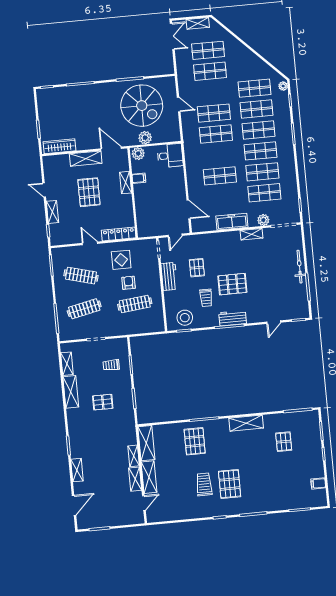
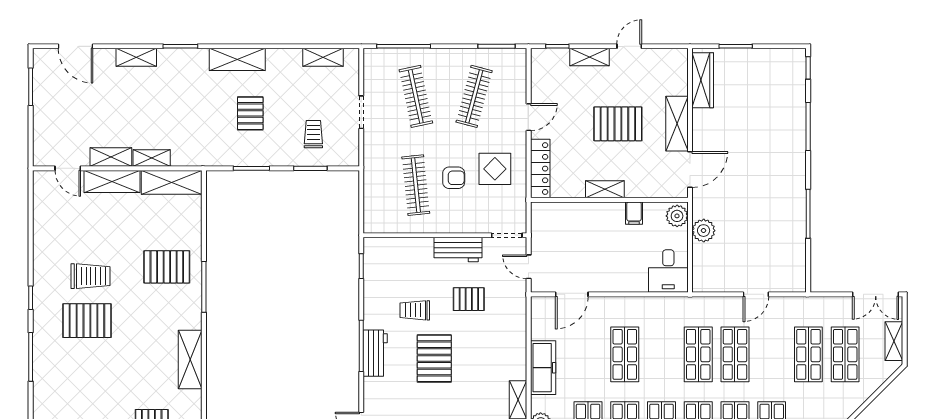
spiral stairs: (142, 106) -> (760, 230), removed
shelving: (126, 183) -> (605, 189), moved
stool: (185, 318) -> (384, 270), removed
shelving: (71, 392) -> (237, 59), moved

